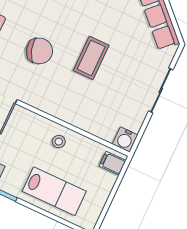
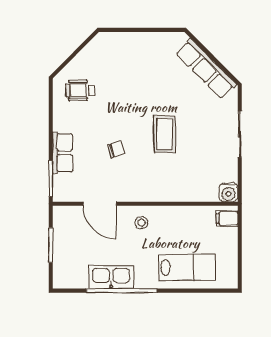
chair: (39, 51) -> (116, 149), width x0.54, depth x0.54
stool: (59, 142) -> (141, 223), moved

